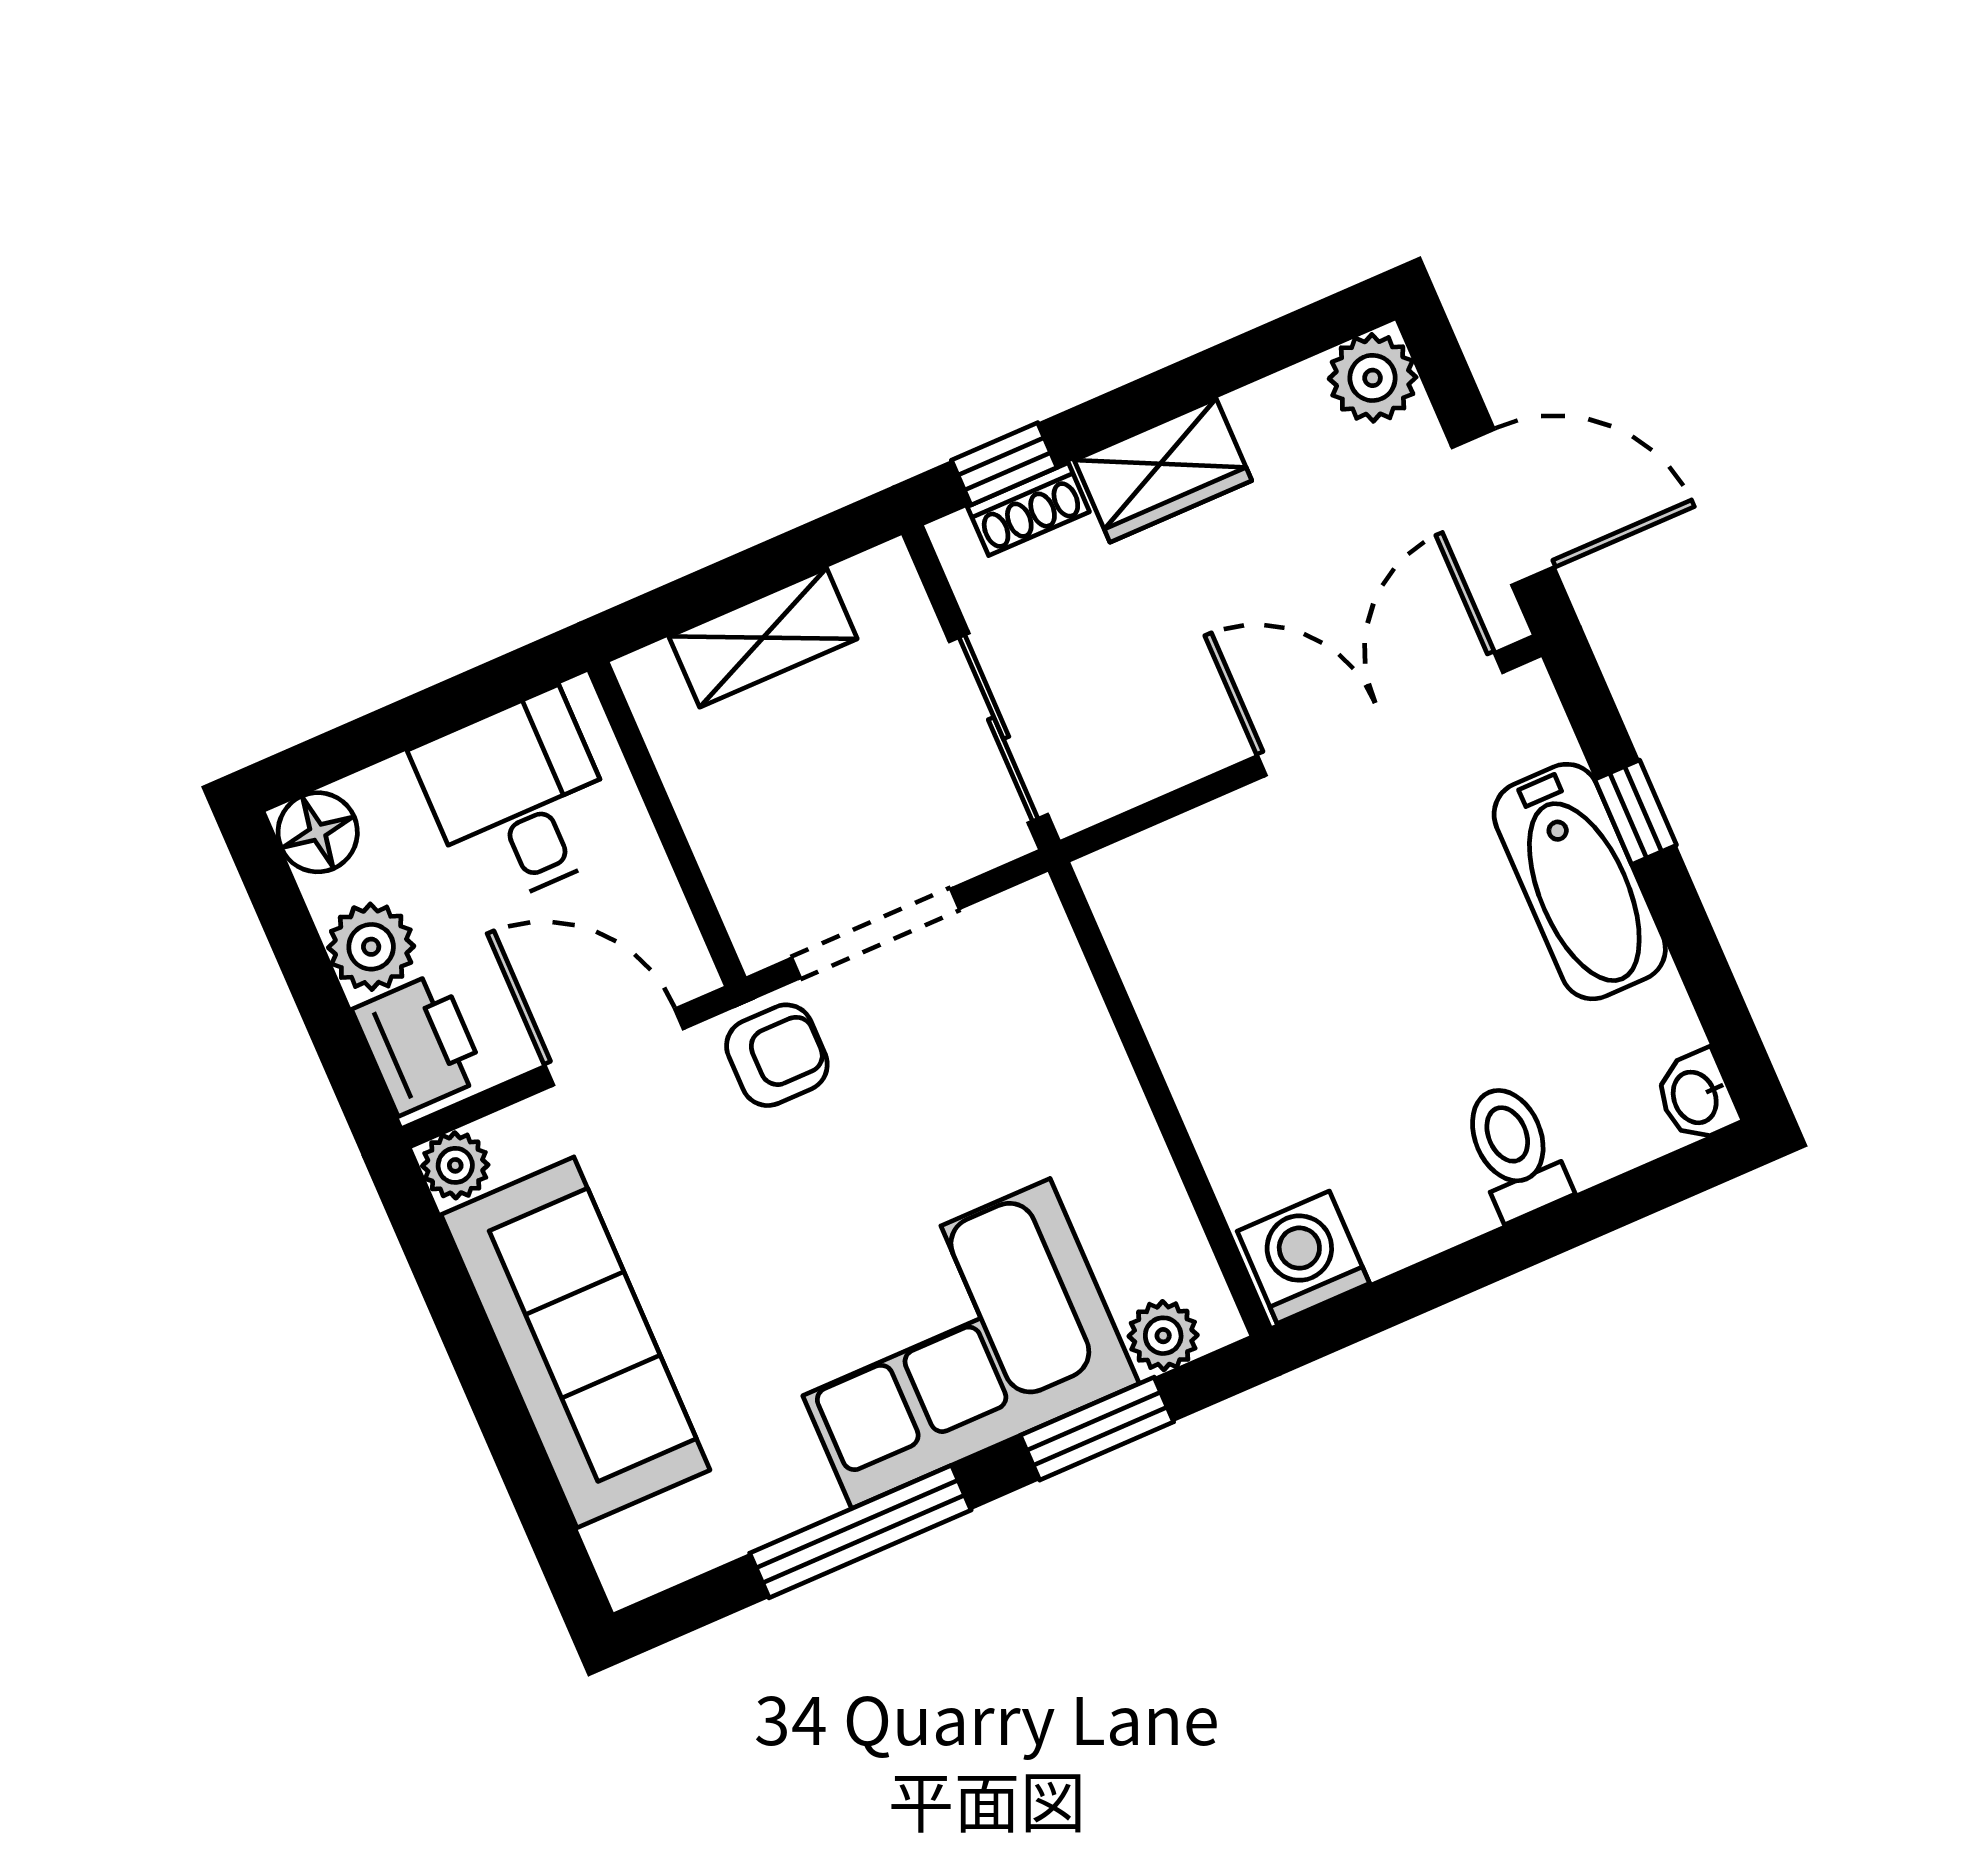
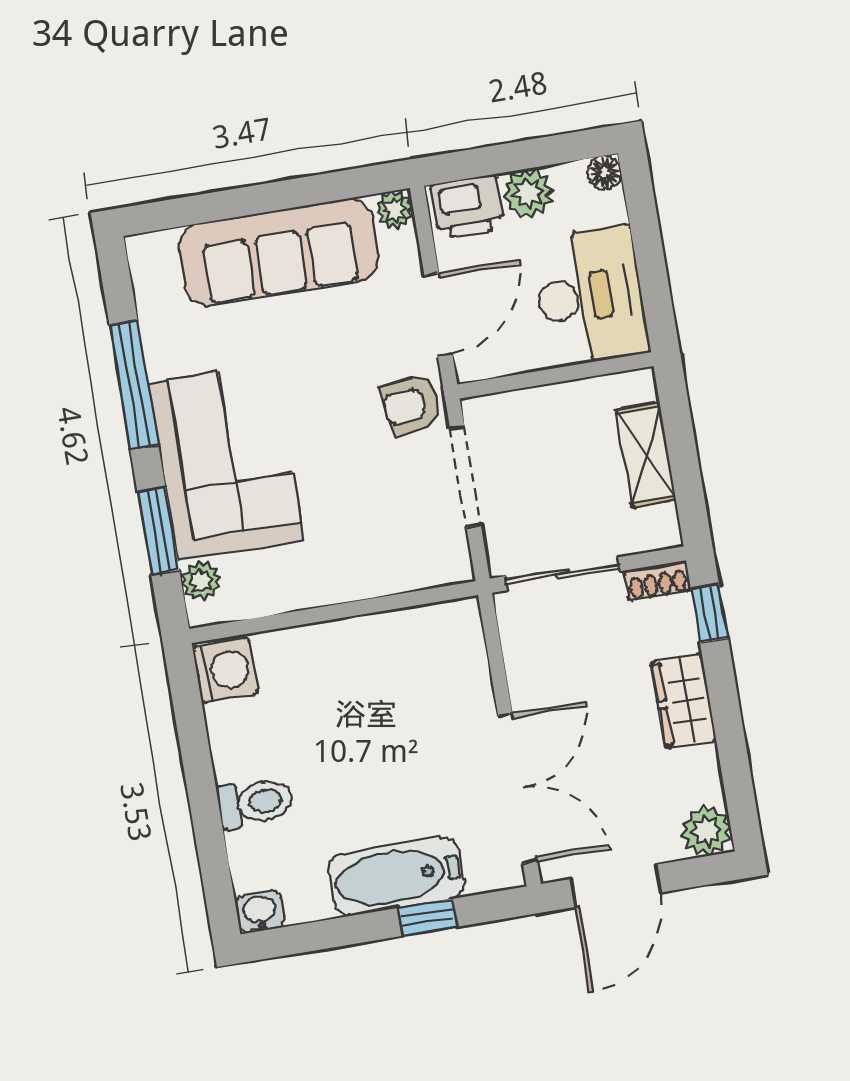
shoe rack: (1028, 509) -> (658, 581), moved, turned -90
desk: (518, 799) -> (590, 296), width x1.37
floor lamp: (318, 832) -> (604, 172), width x0.73, depth x0.73
armchair: (777, 1055) -> (411, 405), turned 81

